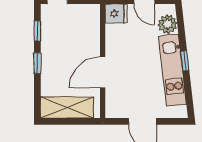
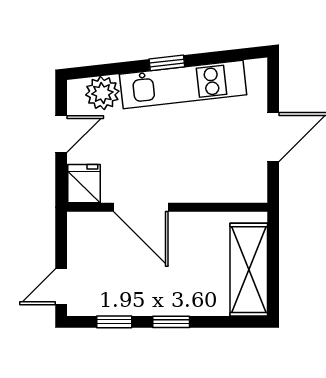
door: (103, 72) -> (141, 207), moved

